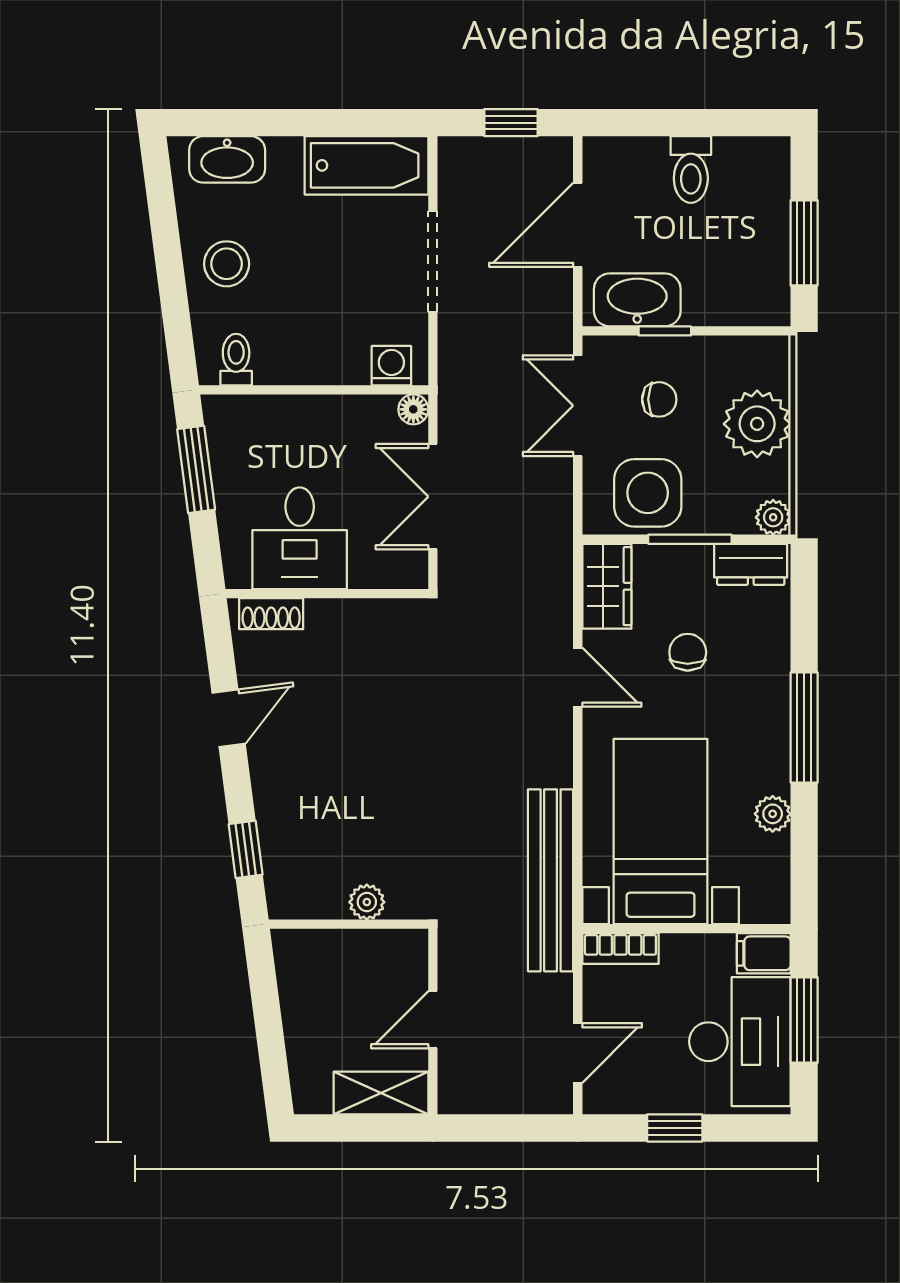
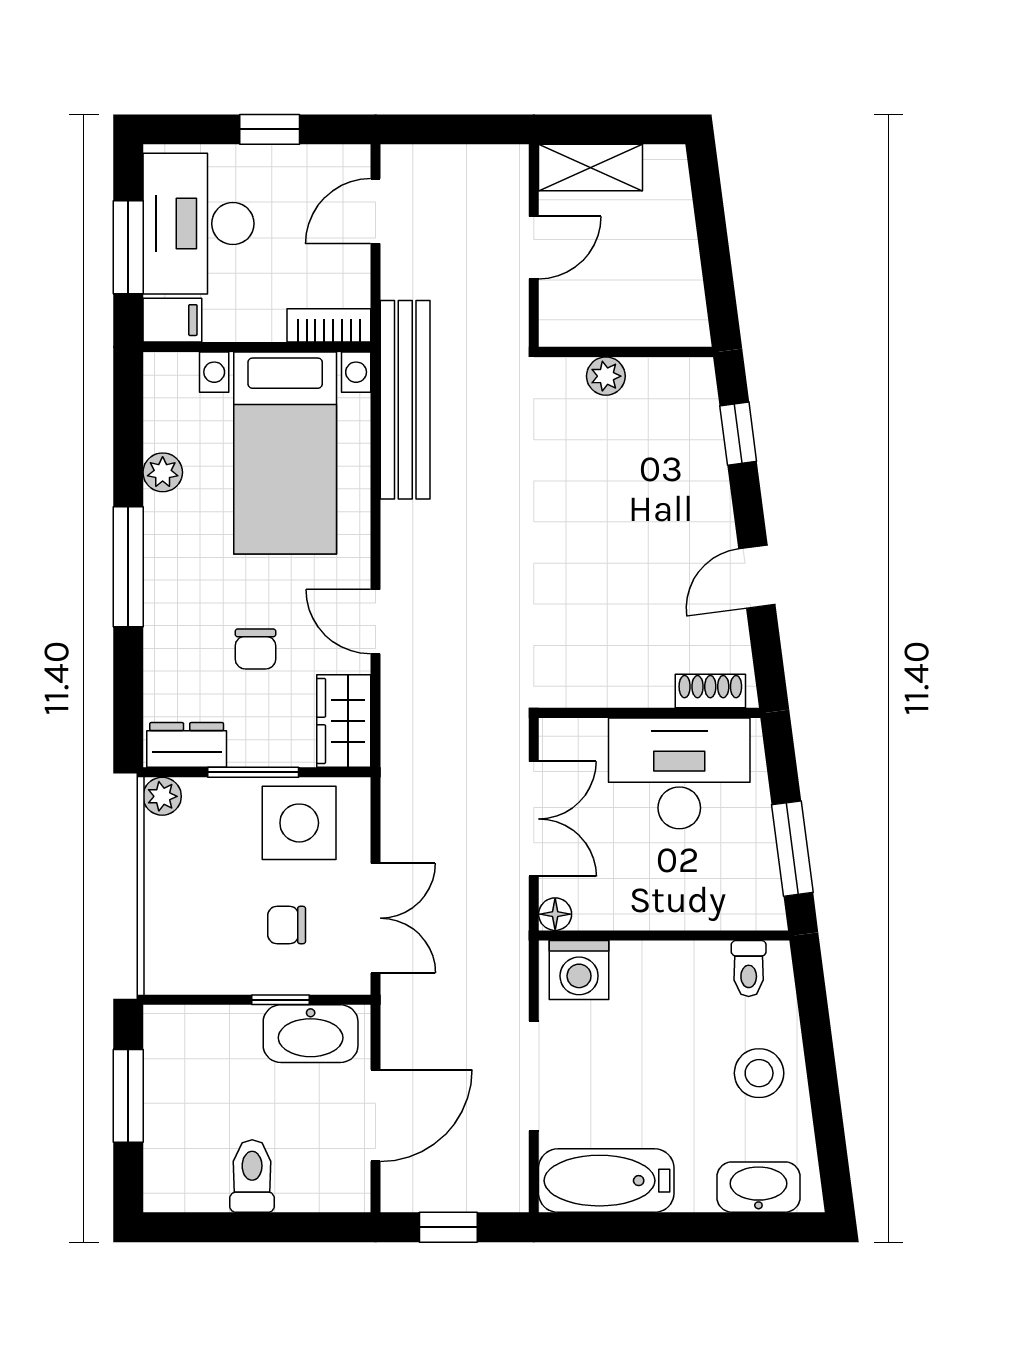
washing machine: (391, 366) -> (579, 970), width x1.38, depth x1.38
plant: (757, 424) -> (180, 898), removed
desk: (300, 538) -> (679, 773), width x1.37

